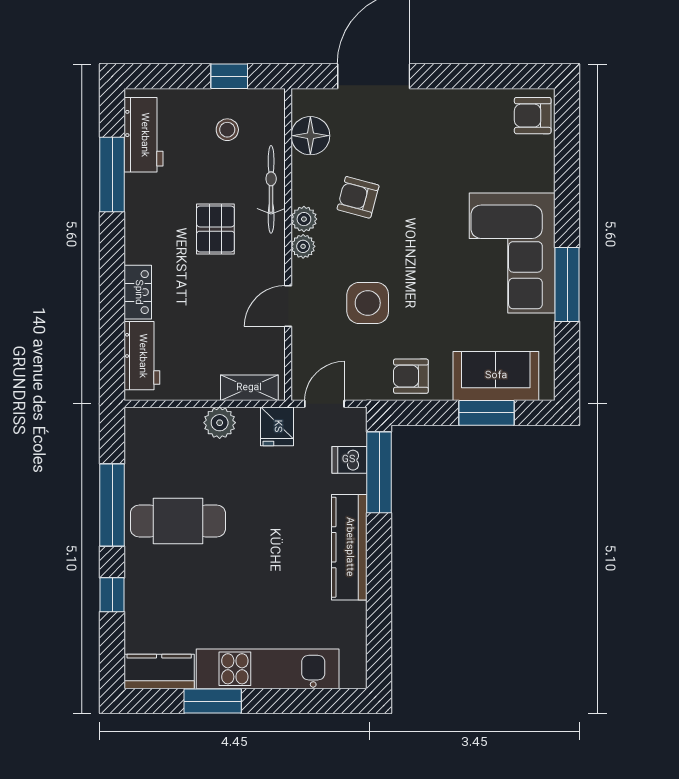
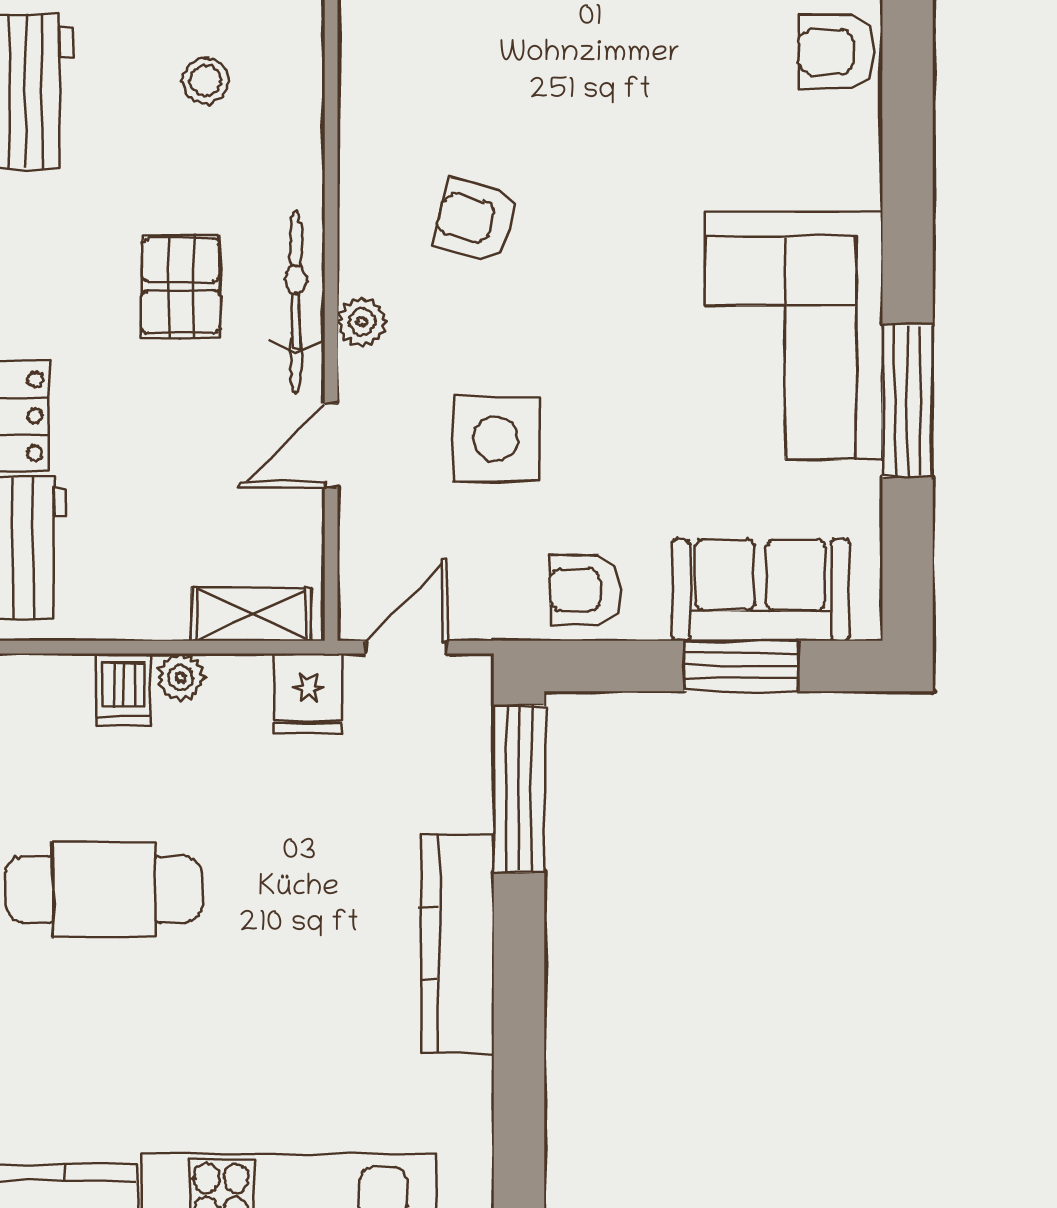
floor lamp: (310, 136) -> (377, 93), removed
bicycle: (271, 189) -> (296, 302), moved
plant: (304, 219) -> (364, 265), removed
plant: (220, 423) -> (181, 677), width x0.73, depth x0.73
dishwasher: (349, 460) -> (124, 689), moved, turned -90

